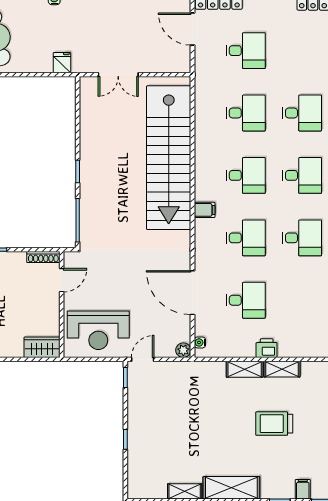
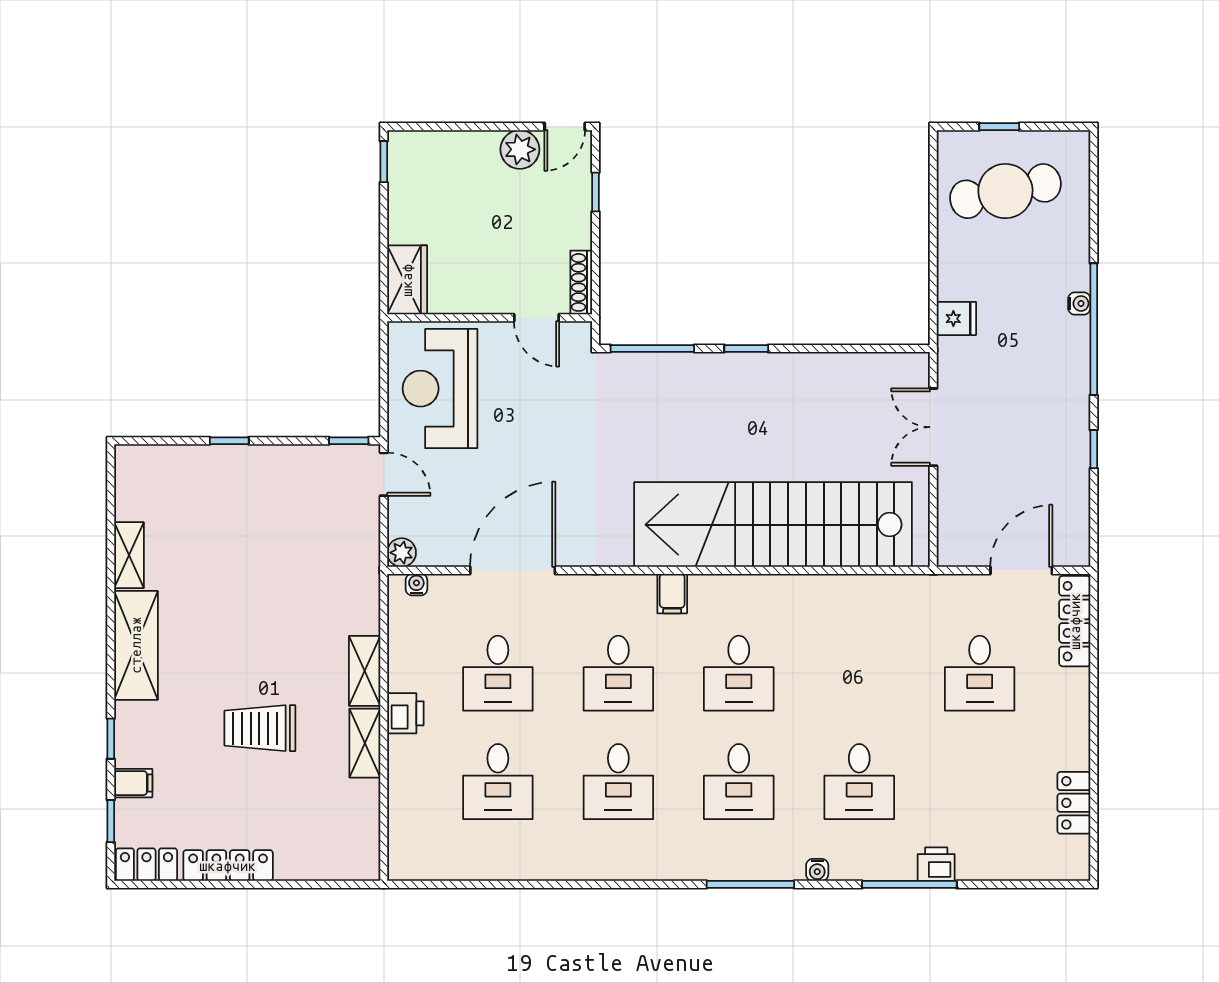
desk: (246, 113) -> (498, 782), moved
trolley: (274, 424) -> (260, 728), turned -90

